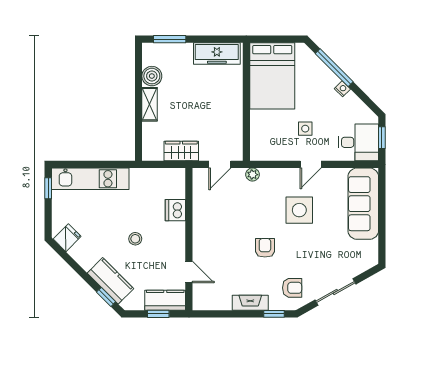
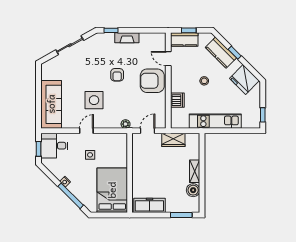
kitchen unit: (90, 179) -> (215, 121), moved
fridge: (67, 238) -> (244, 79), width x1.88, depth x1.34
armchair: (292, 288) -> (152, 81), moved, width x1.88, depth x1.88
window: (106, 297) -> (235, 53), moved

